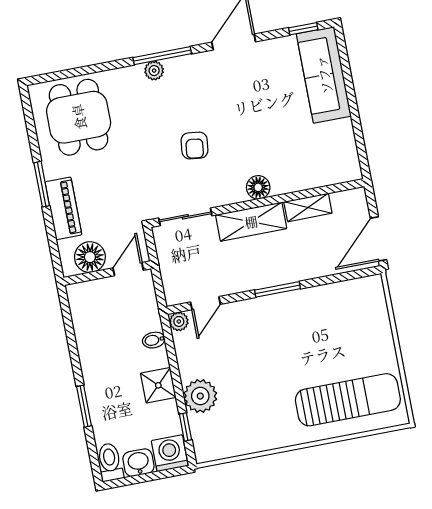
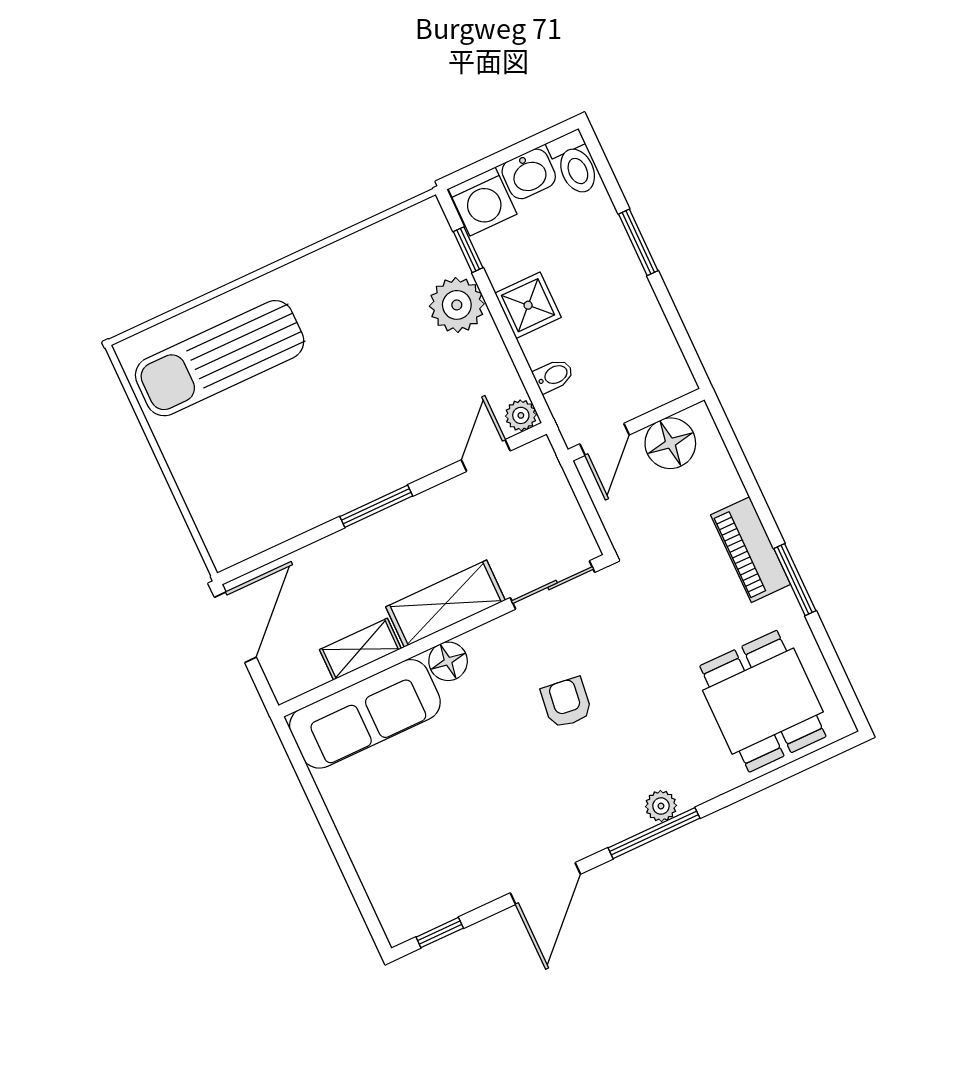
sofa: (324, 75) -> (365, 714), moved, turned 90
floor lamp: (90, 257) -> (670, 443), moved
door: (128, 269) -> (605, 439), moved
wall: (107, 273) -> (636, 425), moved

